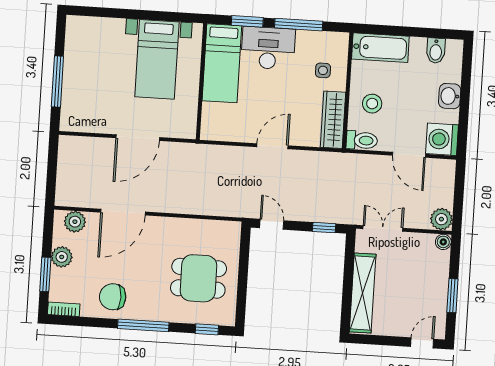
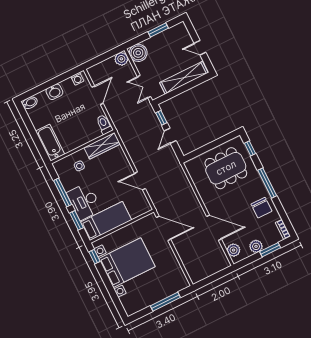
window: (180, 17) -> (94, 257), added
bidet: (436, 51) -> (30, 103), moved
bed with nightstands: (157, 59) -> (127, 263), width x1.36
stool: (372, 104) -> (82, 130), removed
door: (138, 138) -> (164, 228), moved
washing machine: (442, 139) -> (77, 79), width x0.53, depth x0.53
door: (272, 146) -> (140, 181), moved
door: (272, 224) -> (170, 136), moved
boiler: (443, 242) -> (138, 53), width x1.86, depth x1.86
dining table: (198, 278) -> (226, 168), width x1.37
door: (422, 343) -> (200, 48), moved

